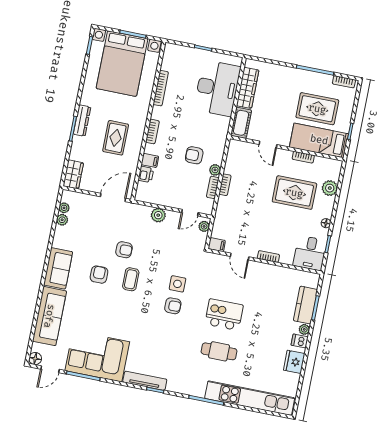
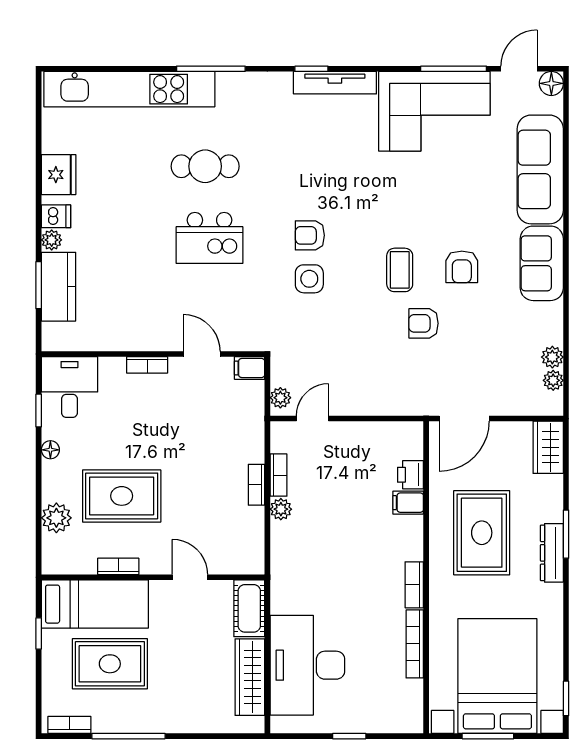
bookcase: (152, 132) -> (414, 585), moved
rug: (116, 138) -> (482, 533), width x1.36, depth x1.43
armchair: (194, 155) -> (326, 529), removed
plant: (158, 215) -> (372, 402), removed

